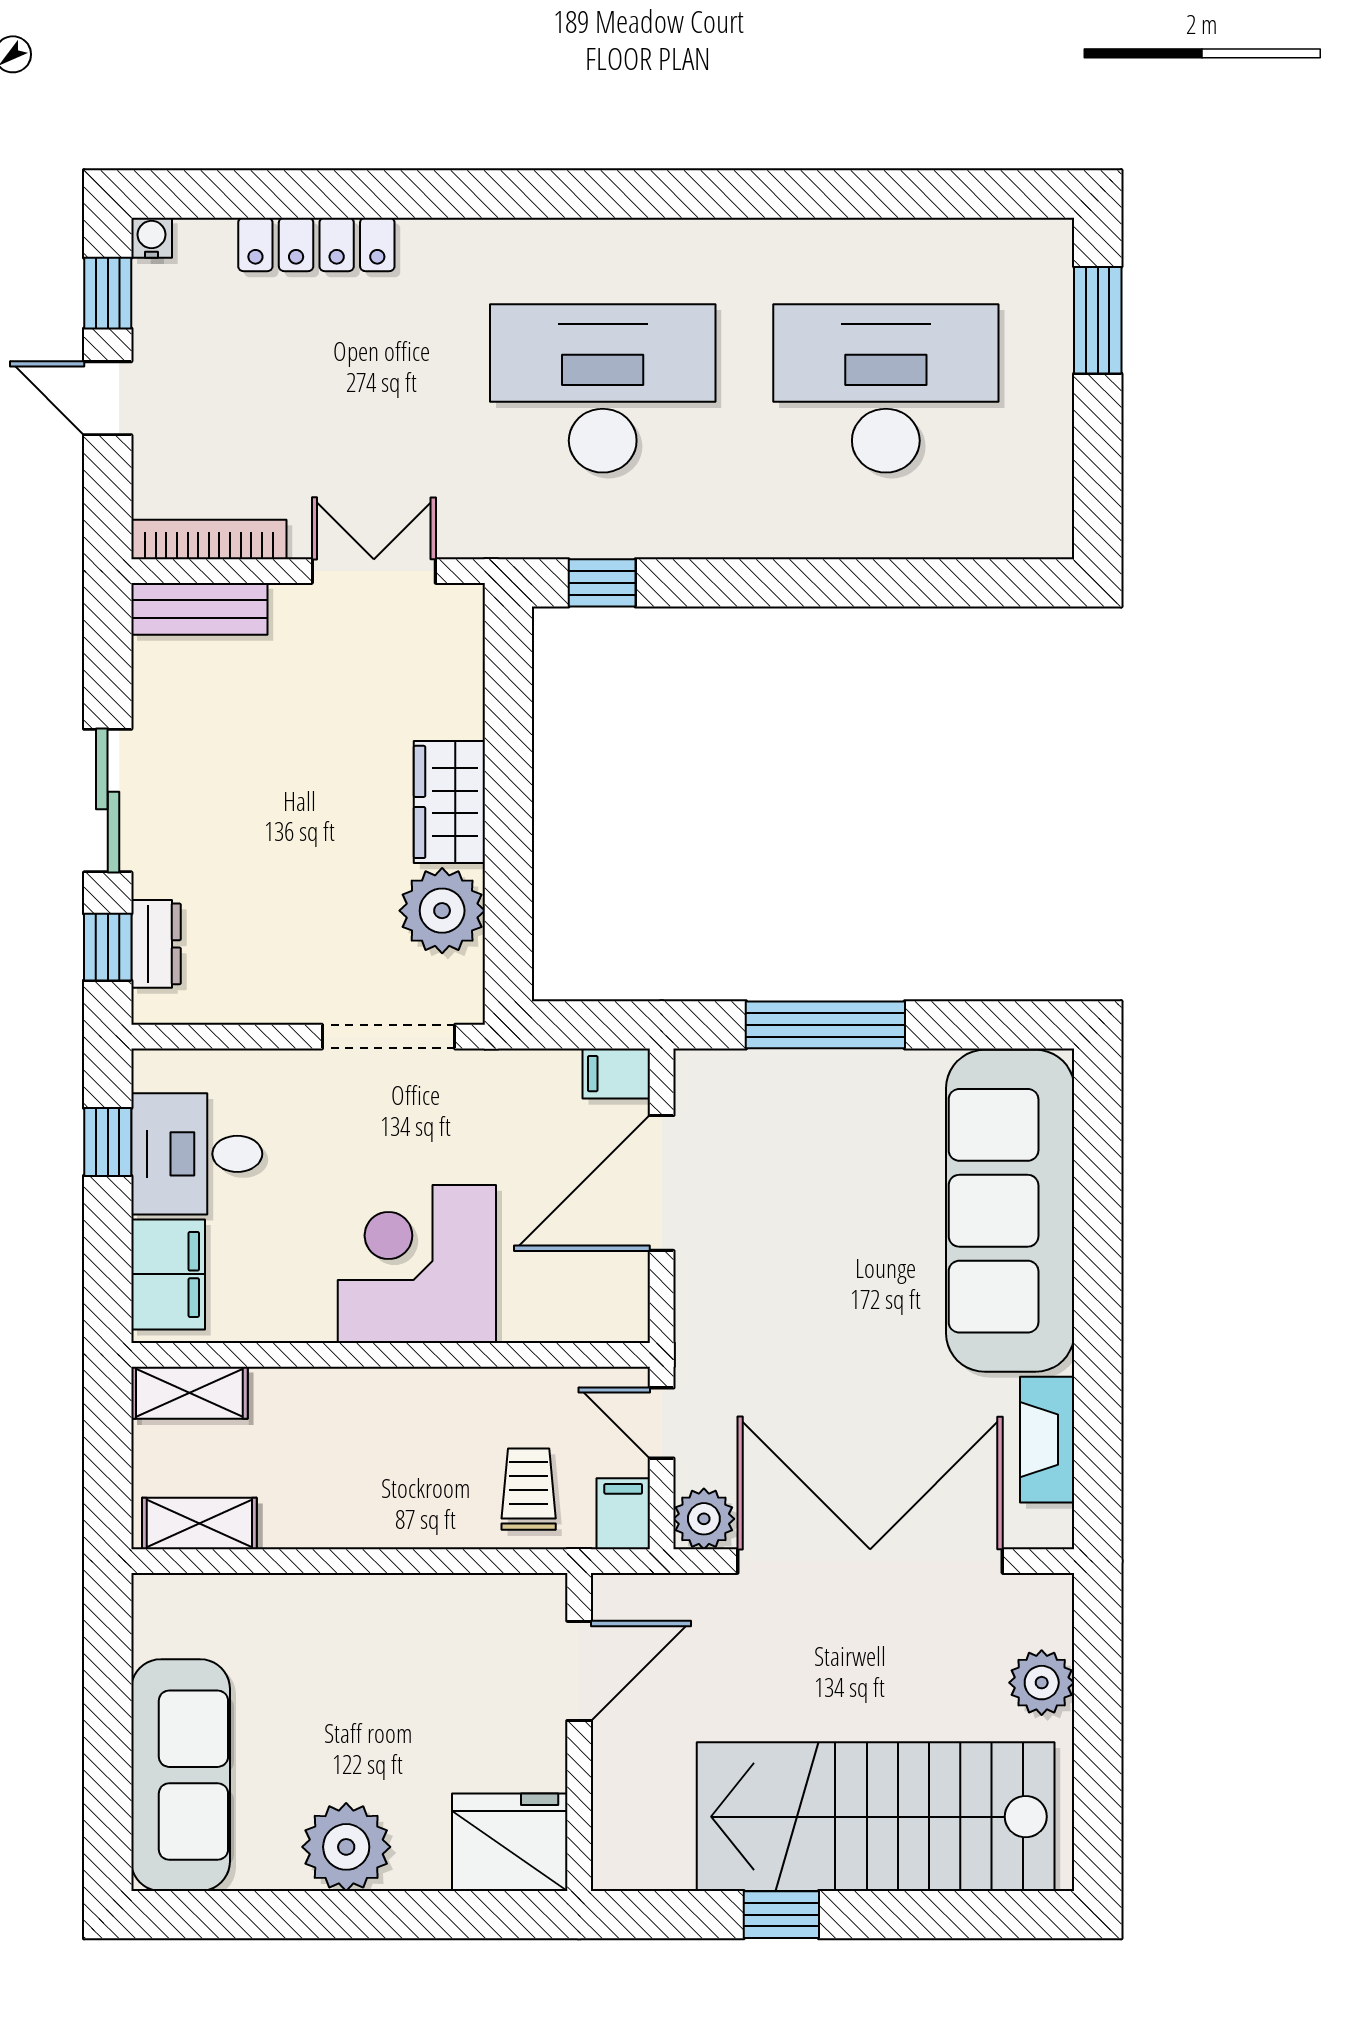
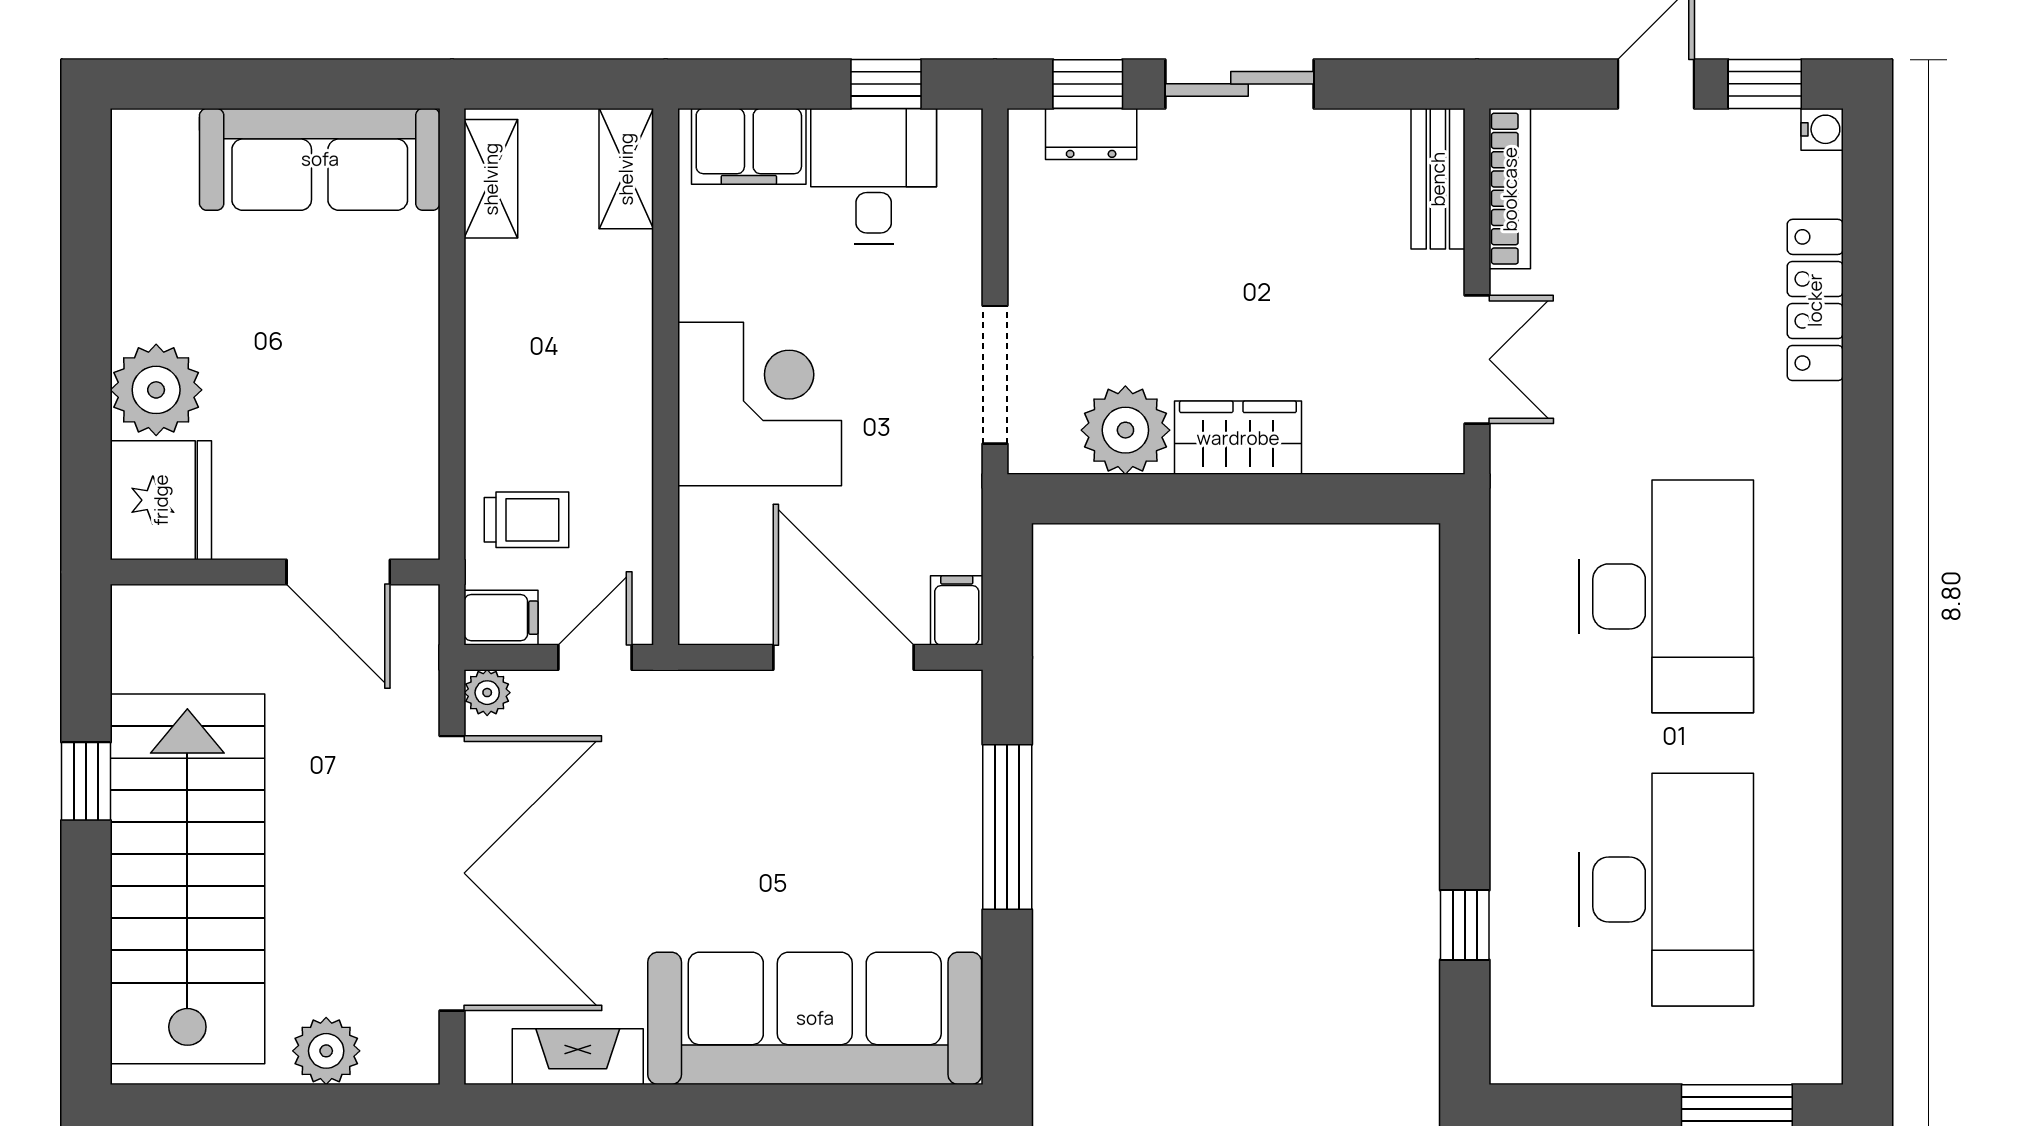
window: (602, 583) -> (1465, 925), moved
plant: (704, 1519) -> (487, 693), width x0.73, depth x0.73
sofa: (181, 1775) -> (320, 159), moved
plant: (346, 1847) -> (156, 390), moved

